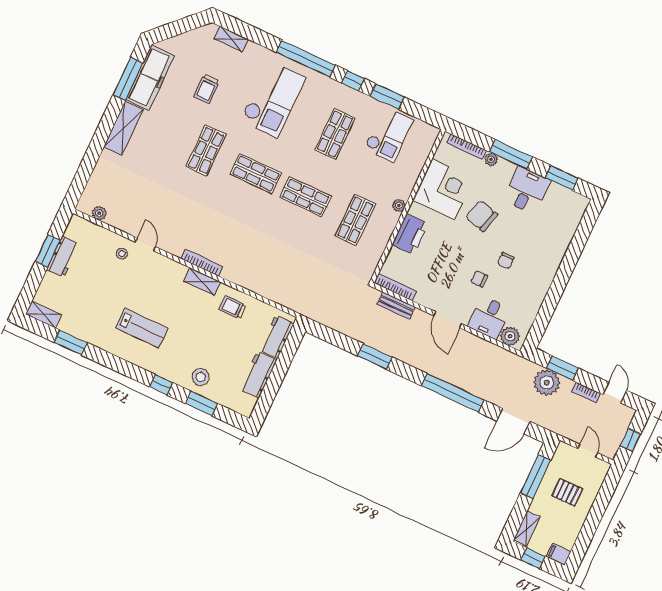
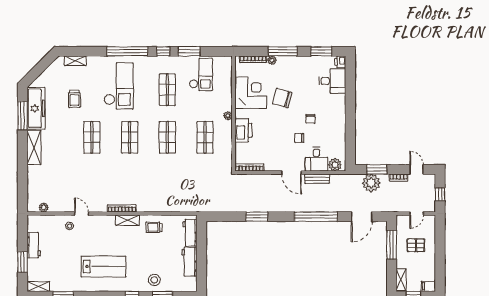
shop shelf: (256, 174) -> (130, 137), turned 90
desk: (527, 190) -> (332, 81), moved, turned 90
shop shelf: (306, 197) -> (167, 137), turned 90
printer: (580, 204) -> (340, 62), added
window: (48, 251) -> (23, 262), moved
bench: (396, 305) -> (317, 179), moved
lab bench: (142, 328) -> (103, 267), width x1.36, depth x1.39
door: (588, 451) -> (417, 213), swing flipped

